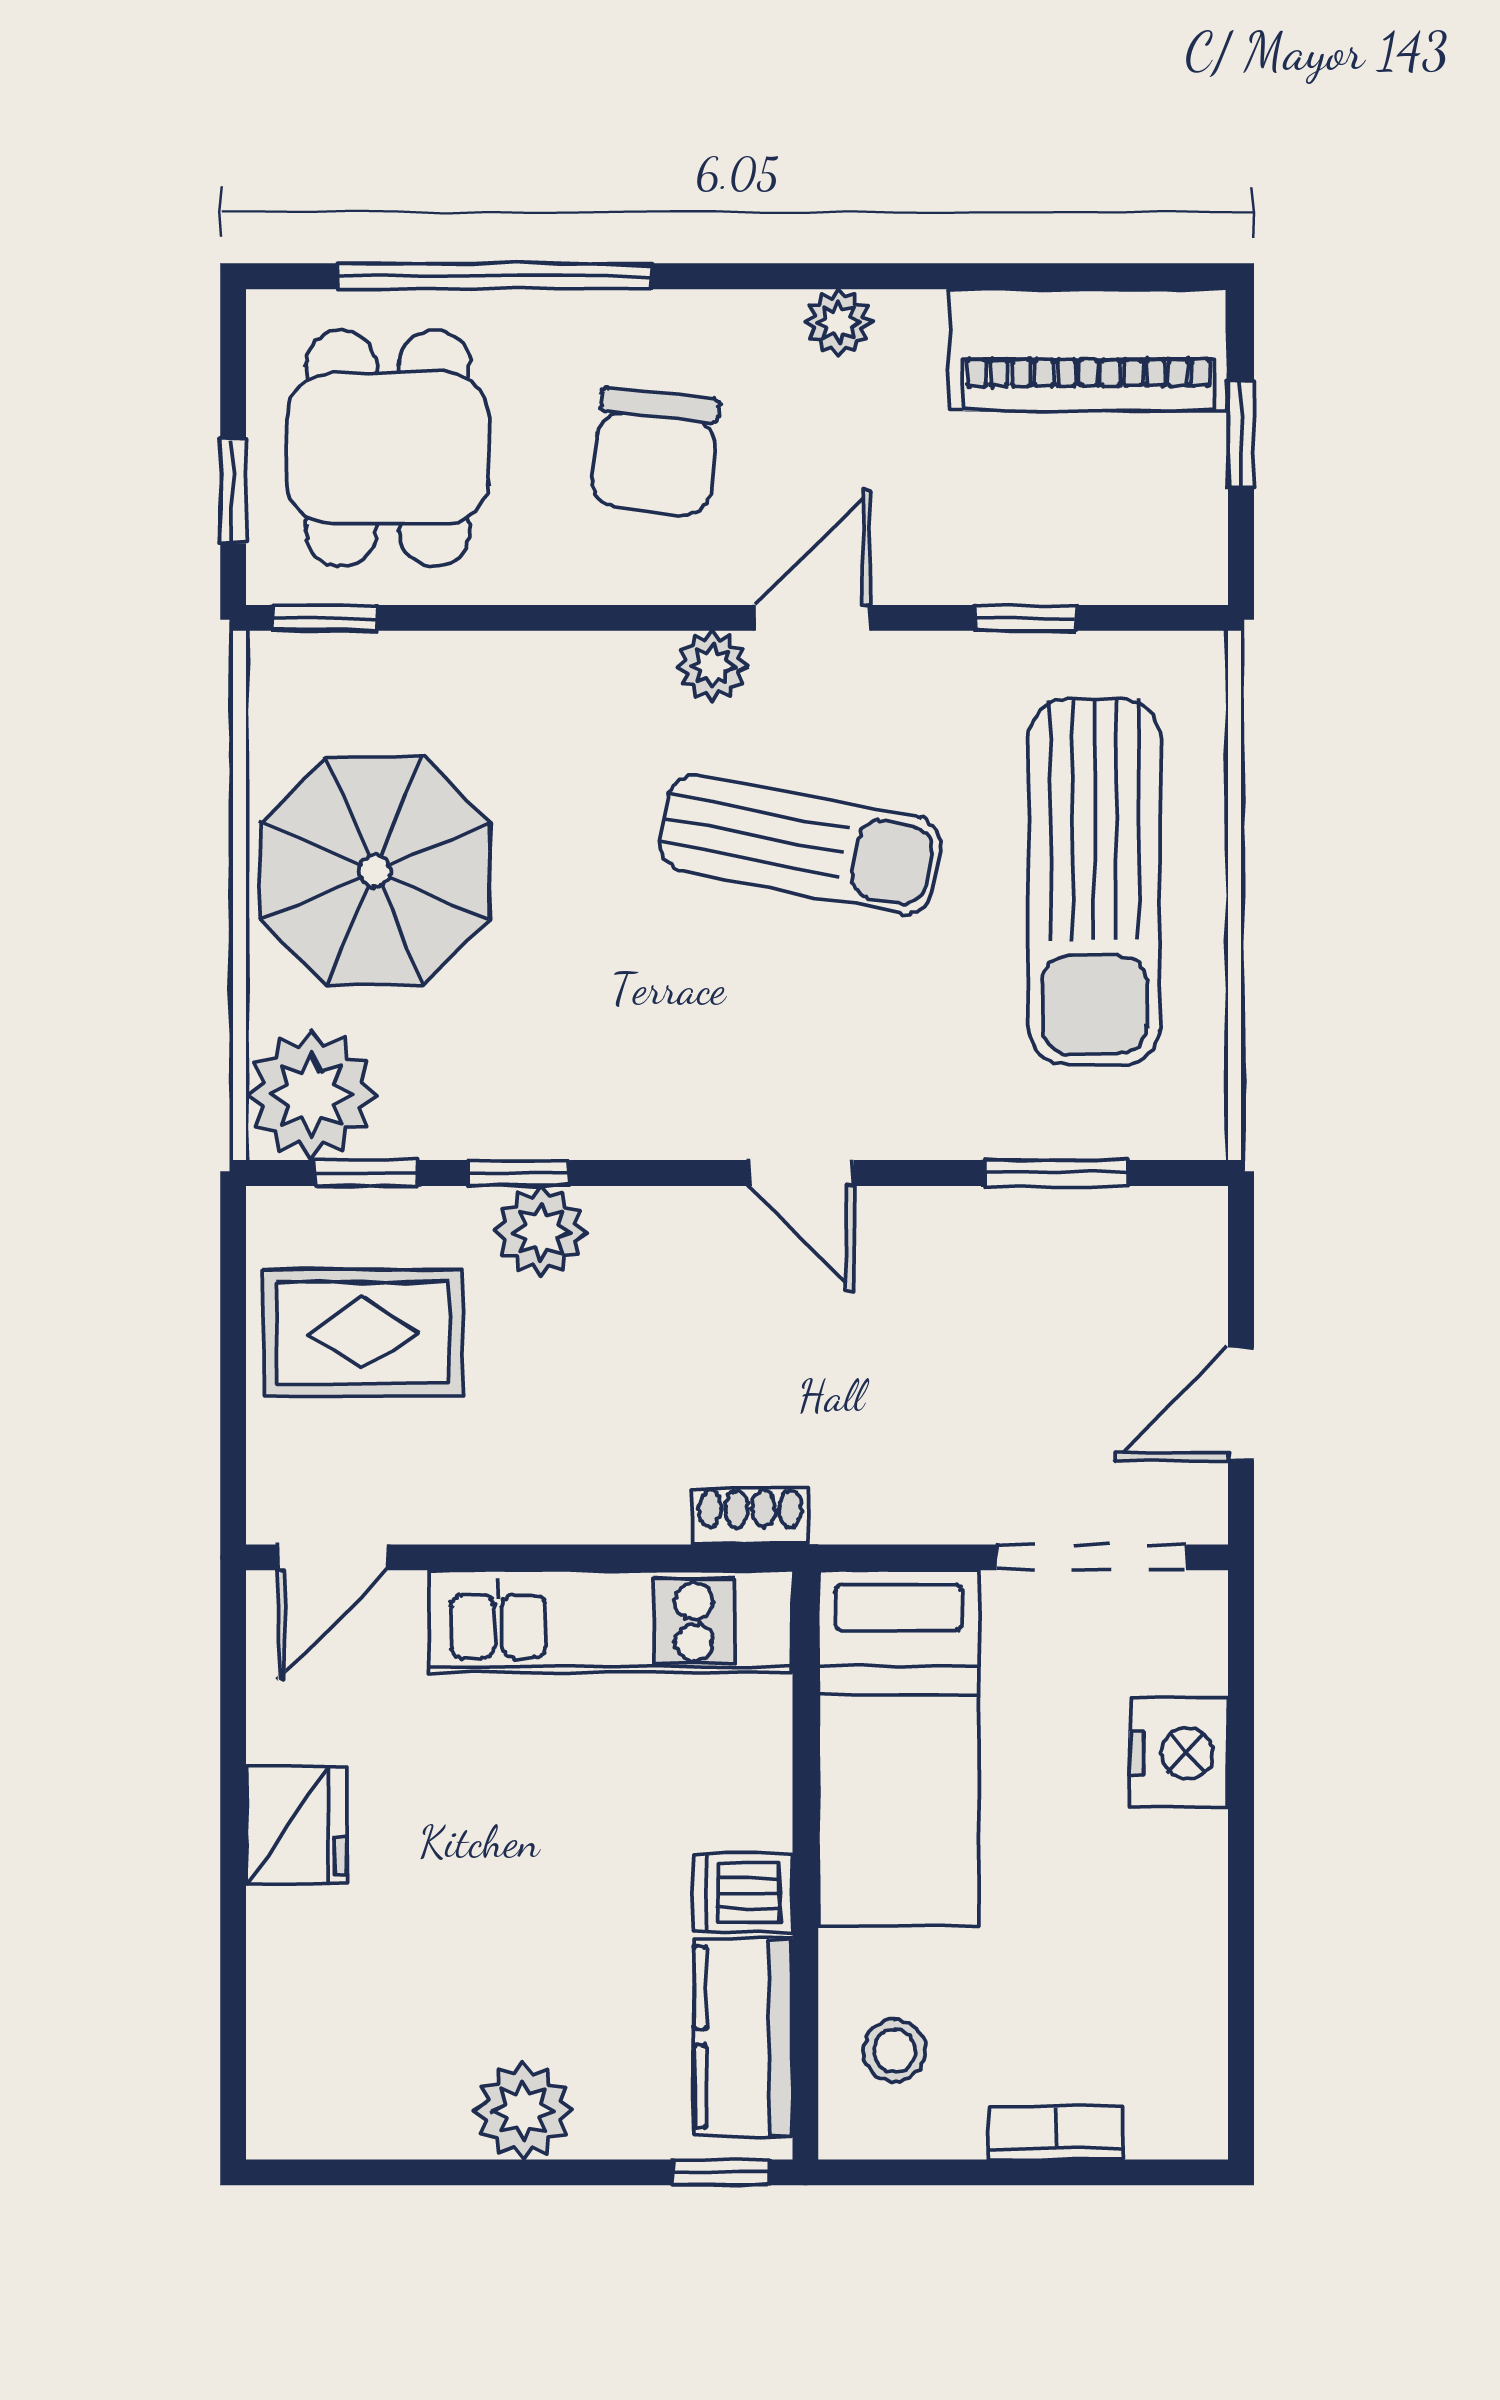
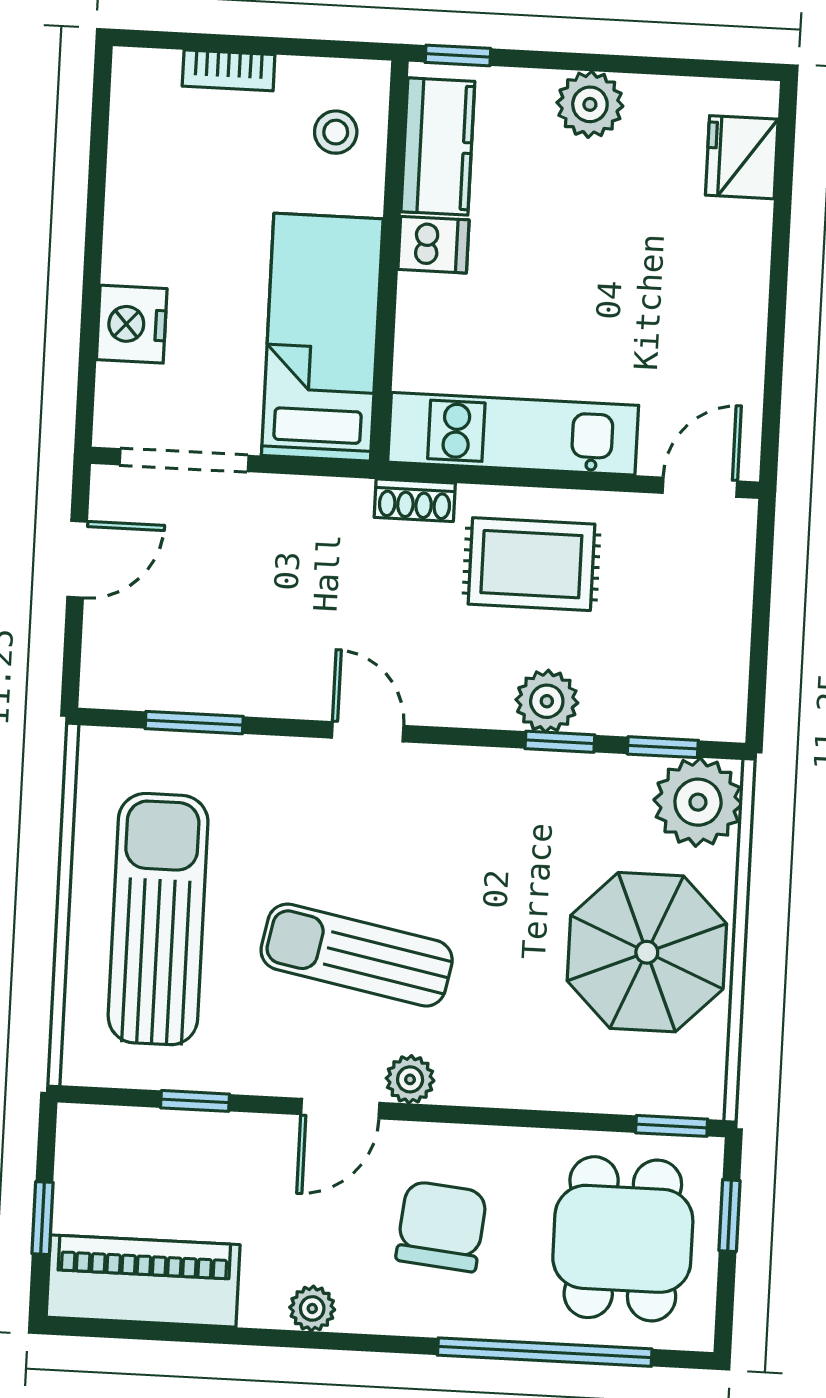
rug: (363, 1333) -> (531, 564), moved
fridge: (296, 1825) -> (742, 157), moved

